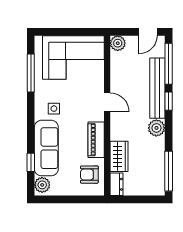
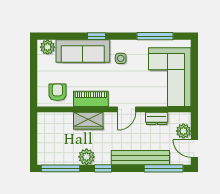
plant: (118, 43) -> (183, 131), moved
window: (169, 101) -> (103, 168), moved
plant: (156, 128) -> (87, 157), moved
wardrobe: (119, 156) -> (88, 121), moved
window: (31, 162) -> (96, 36), moved
dresser: (116, 184) -> (157, 118), moved

